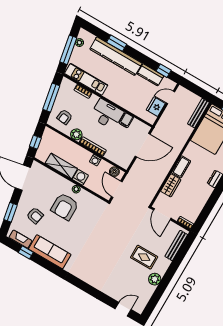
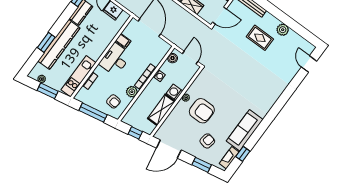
window: (68, 50) -> (48, 91), width x0.69
door: (117, 189) -> (190, 58), swing flipped
rug: (144, 257) -> (260, 38), turned 90

